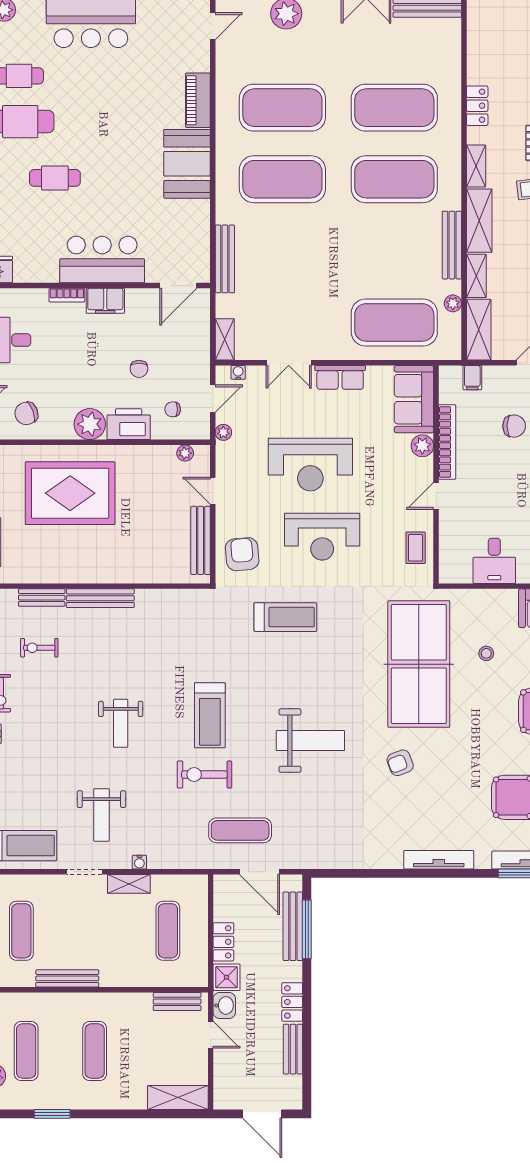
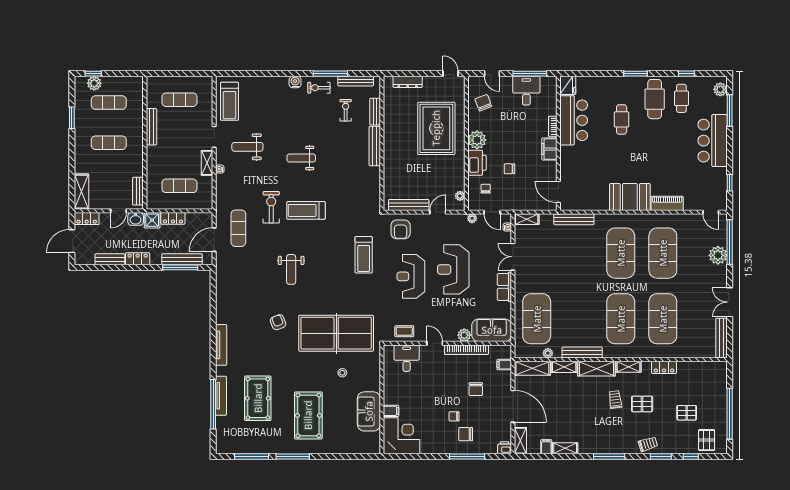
bar counter: (102, 260) -> (574, 120), moved
armchair: (242, 554) -> (401, 229), turned 95
desk: (494, 561) -> (407, 358), moved, turned 90
weight bench: (310, 741) -> (291, 269), width x0.73, depth x0.75
locker: (224, 1089) -> (87, 219), added

